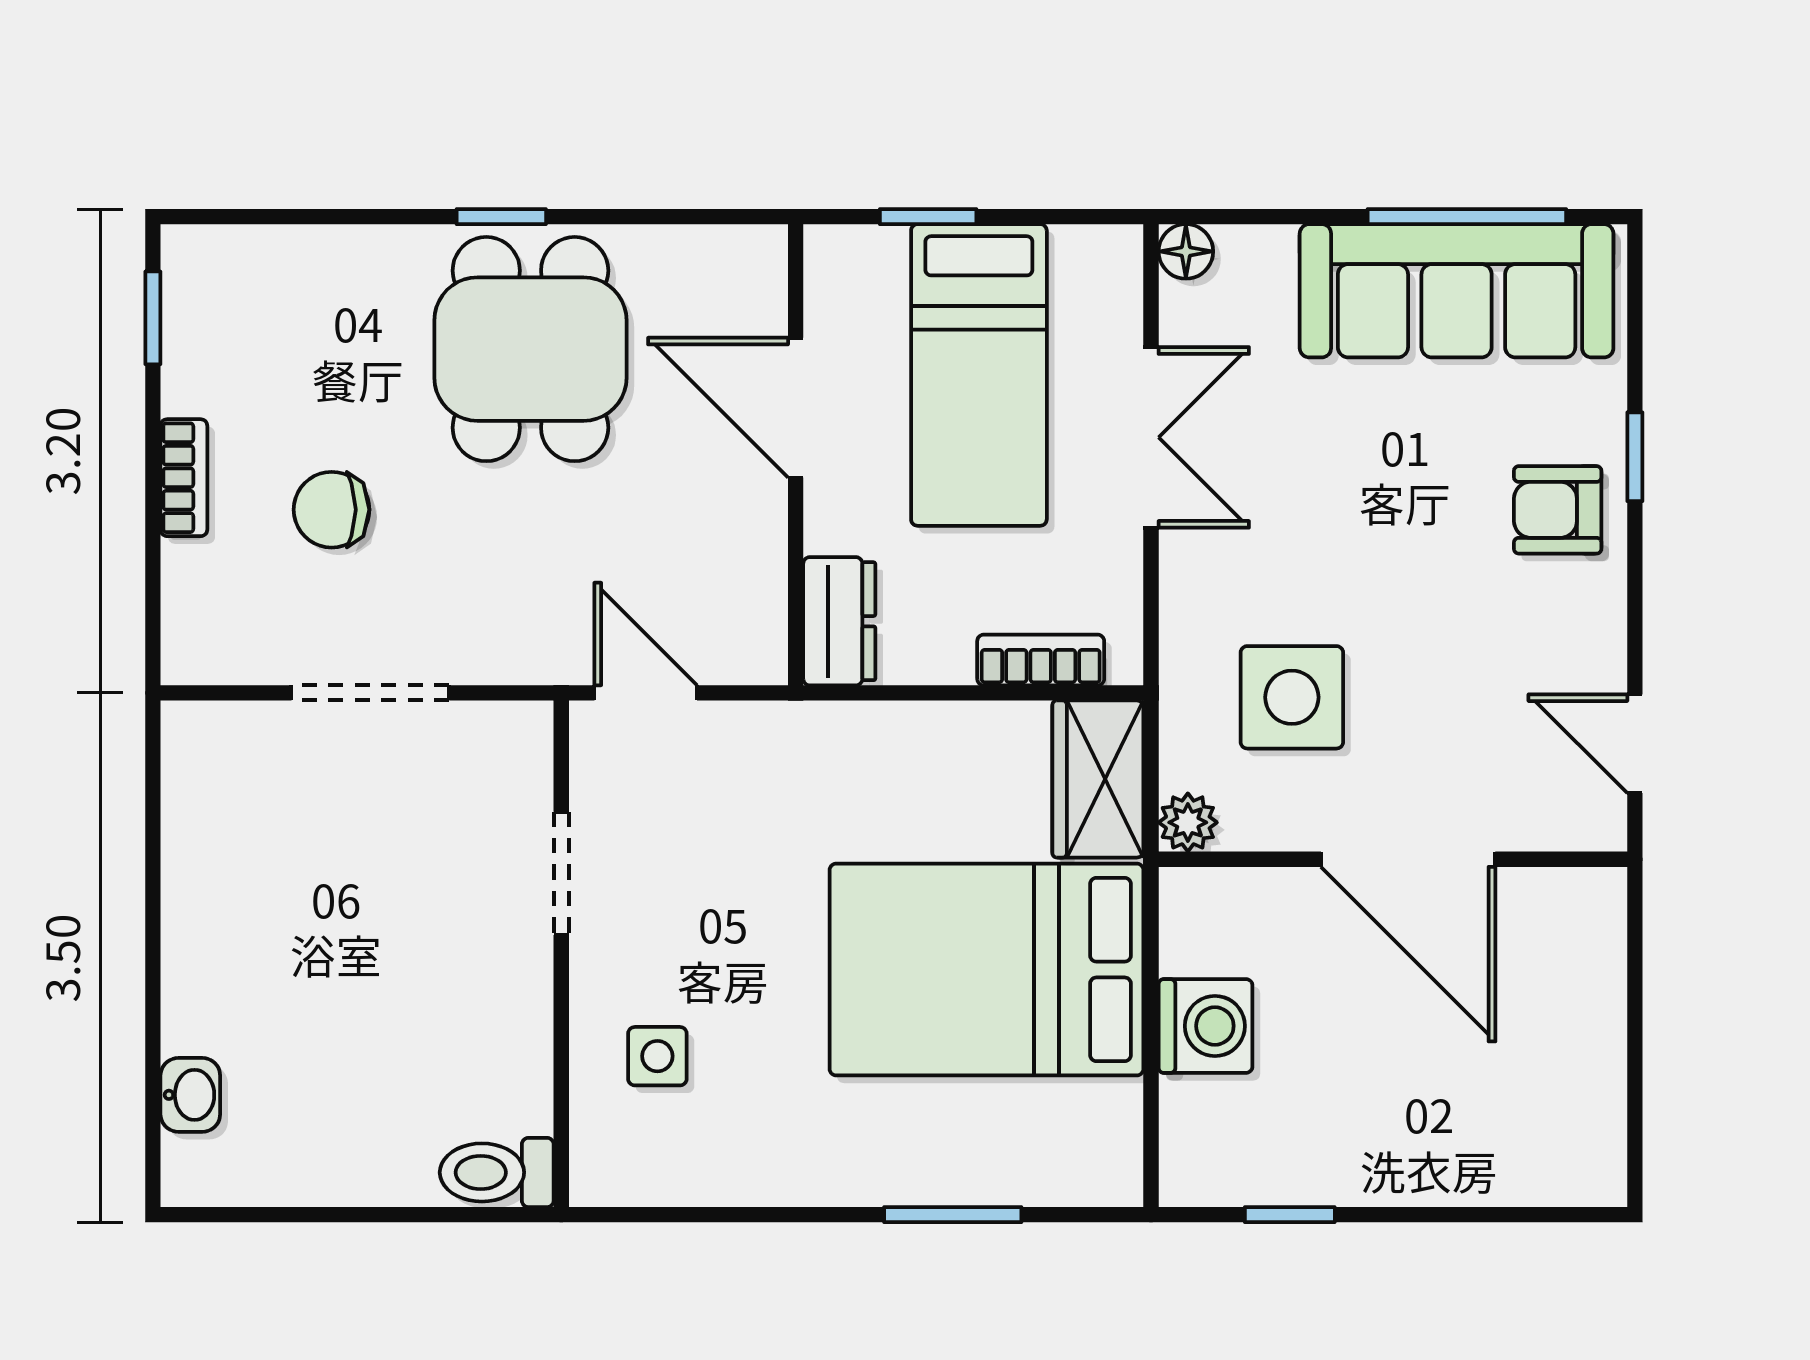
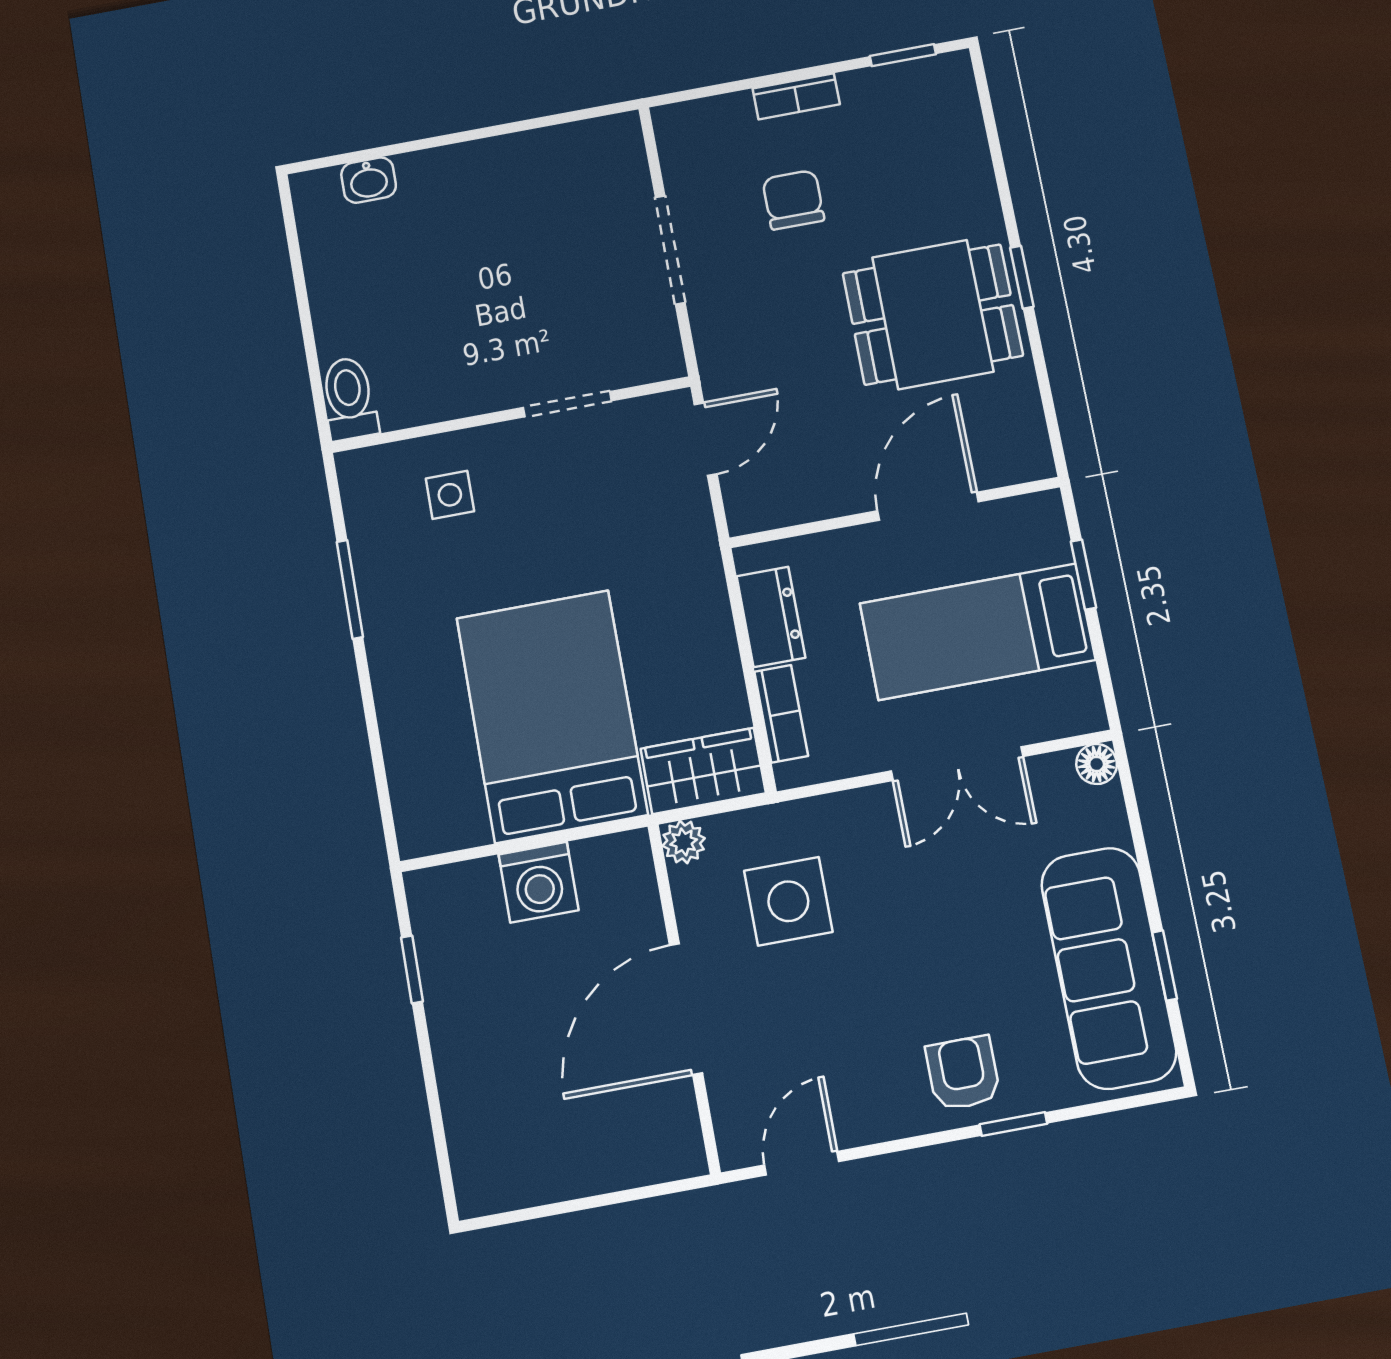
window: (1467, 217) -> (1165, 965), width x0.46
dresser: (839, 621) -> (771, 617), moved, turned -90
window: (953, 1215) -> (350, 589), moved

